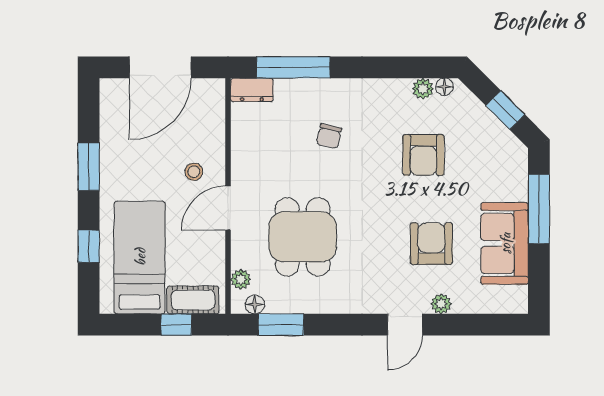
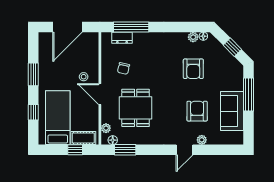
dresser: (252, 90) -> (122, 38), moved
chair: (329, 136) -> (123, 68), moved
door: (228, 208) -> (100, 94), hinge flipped

